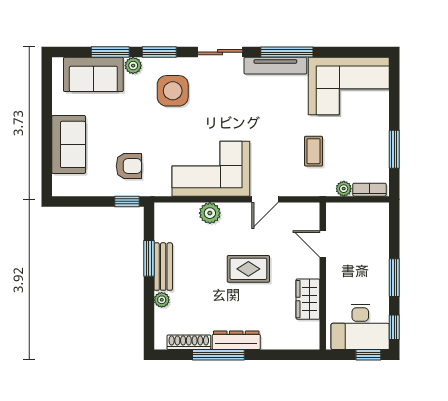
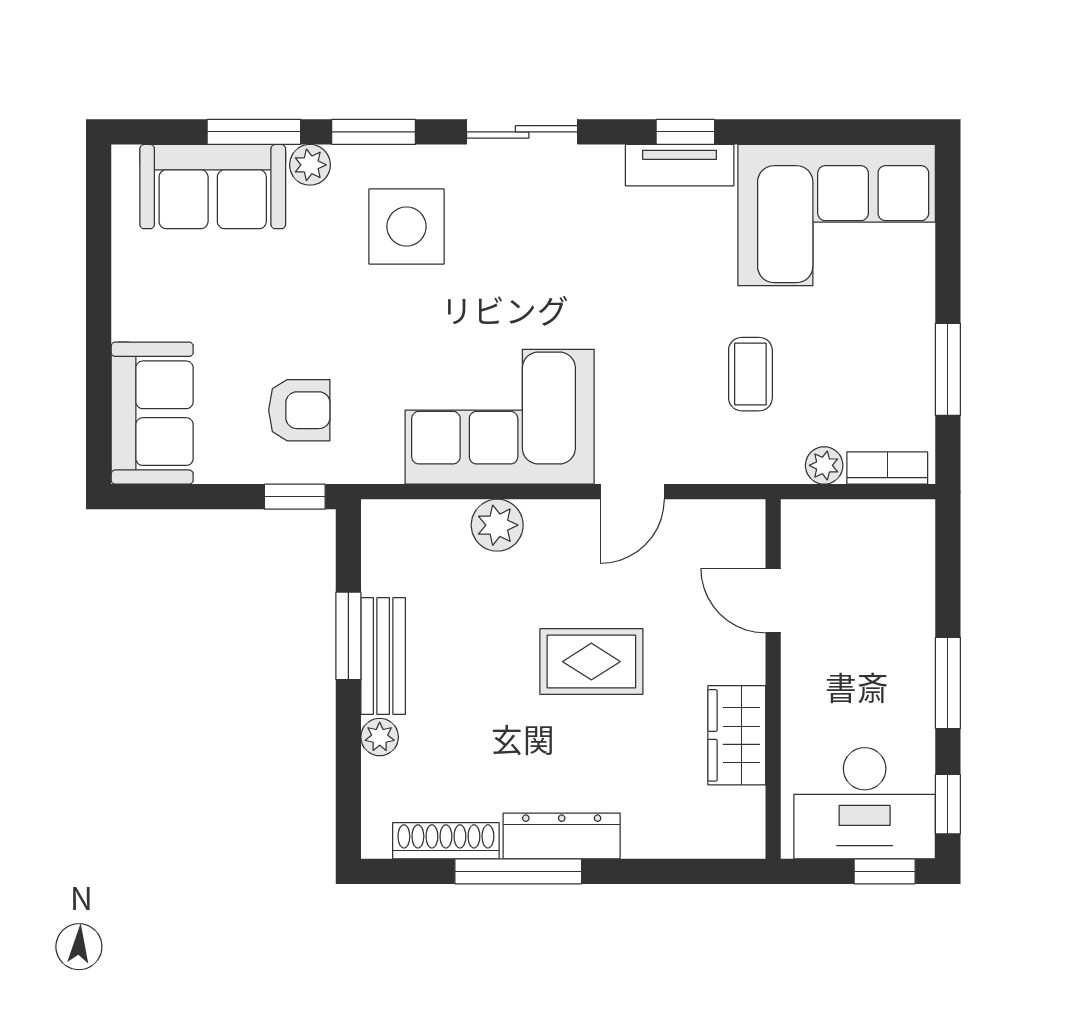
window: (287, 52) -> (685, 132), width x0.46
tv unit: (275, 66) -> (680, 165), width x0.71
sofa: (69, 144) -> (152, 413), moved

